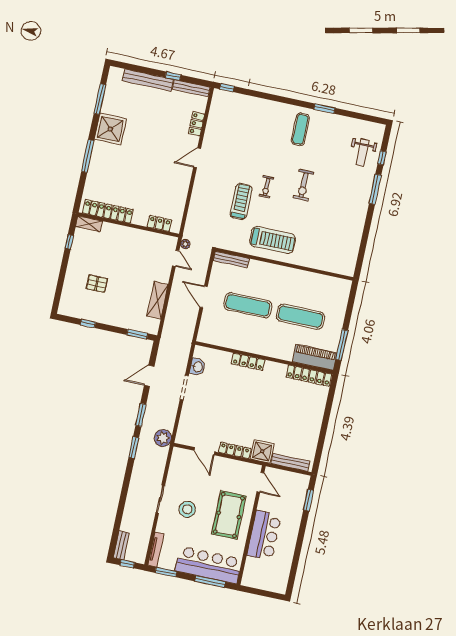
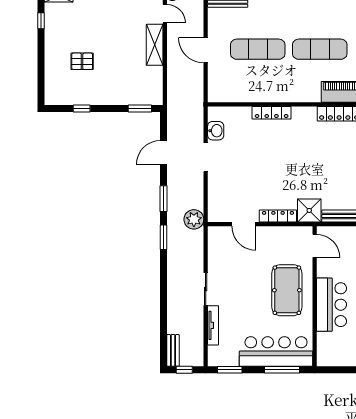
shelving: (158, 300) -> (155, 45), moved
stool: (187, 509) -> (239, 294), removed
tv unit: (156, 549) -> (213, 325), moved

